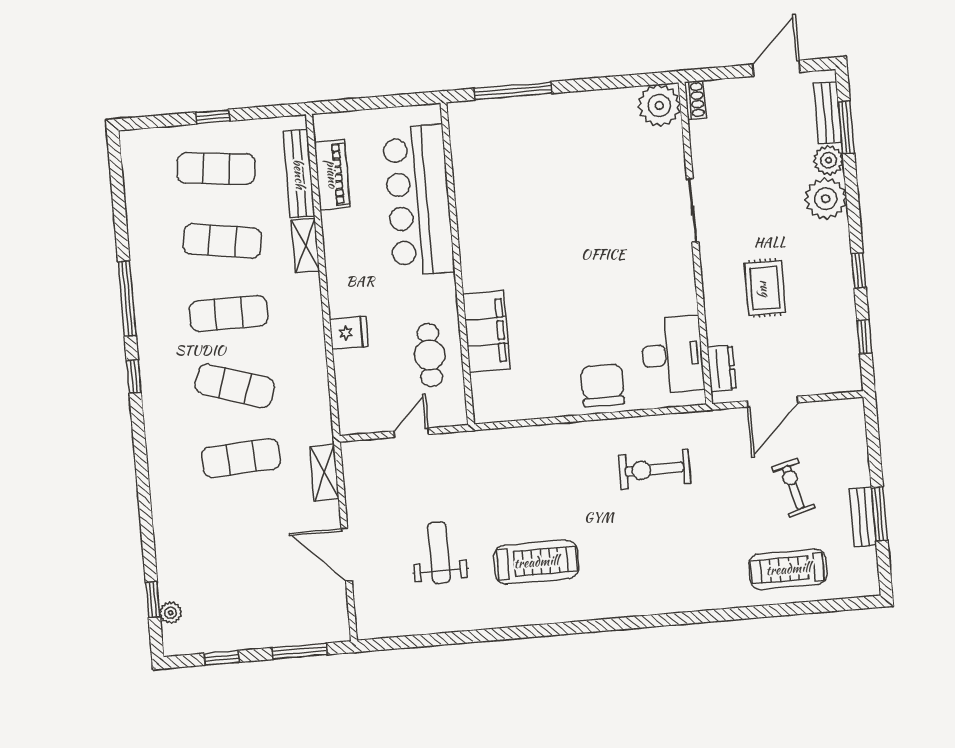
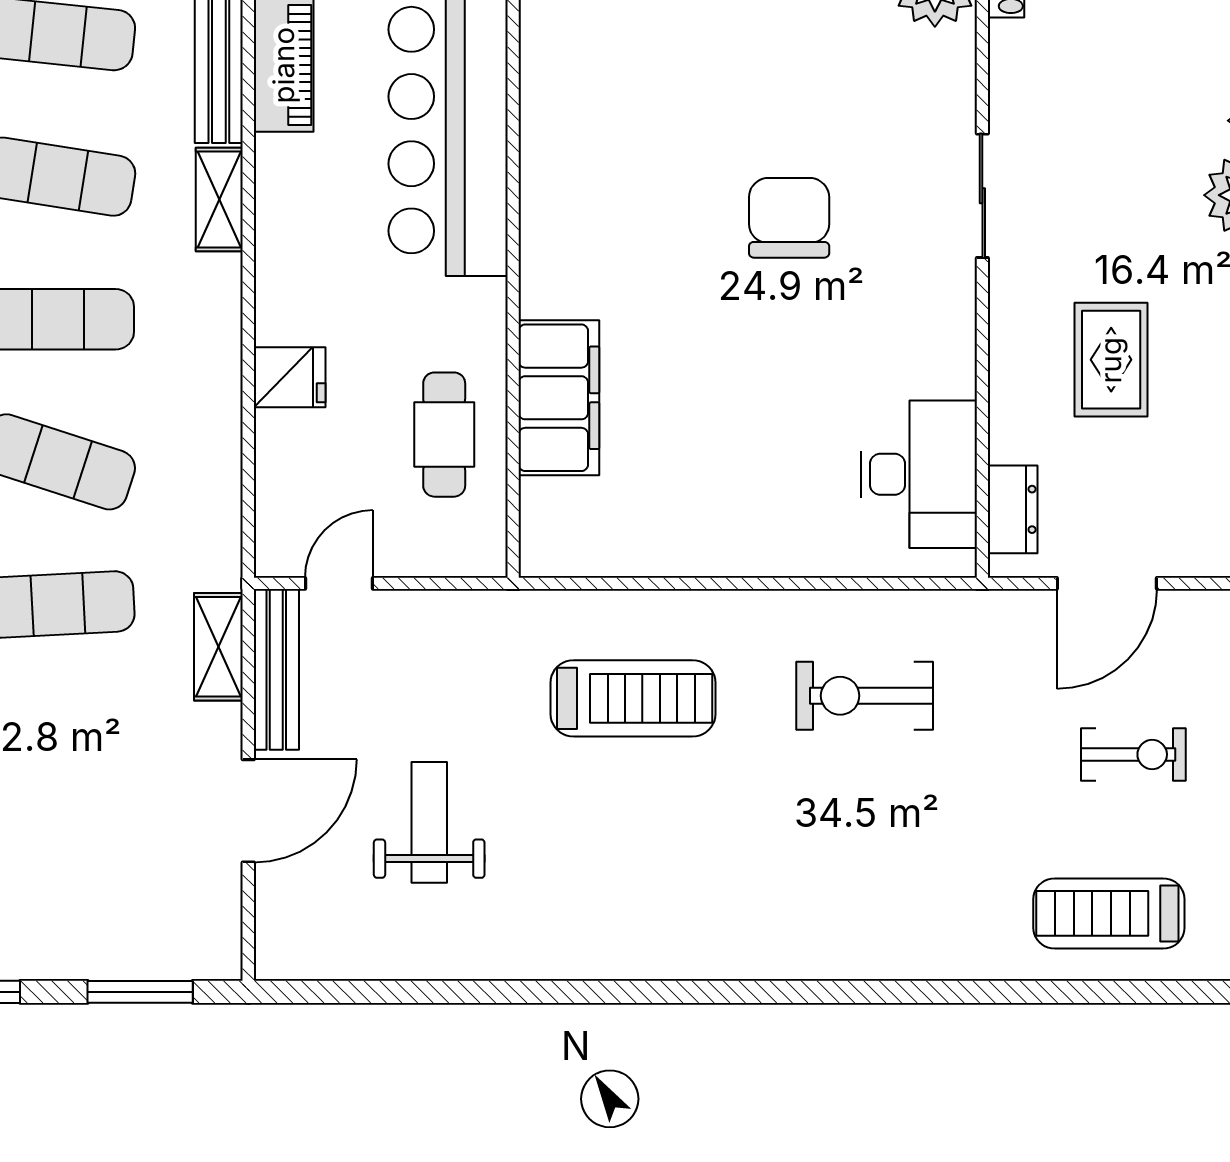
chair: (603, 385) -> (789, 218), moved
door: (411, 433) -> (339, 583), moved
bench: (355, 481) -> (276, 669), added
exercise bike: (793, 487) -> (1133, 754), turned 105
door: (347, 555) -> (248, 811), swing flipped
treadmill: (536, 562) -> (633, 698), moved

